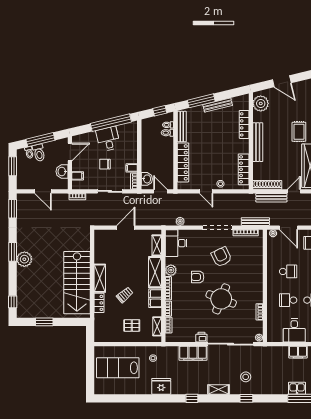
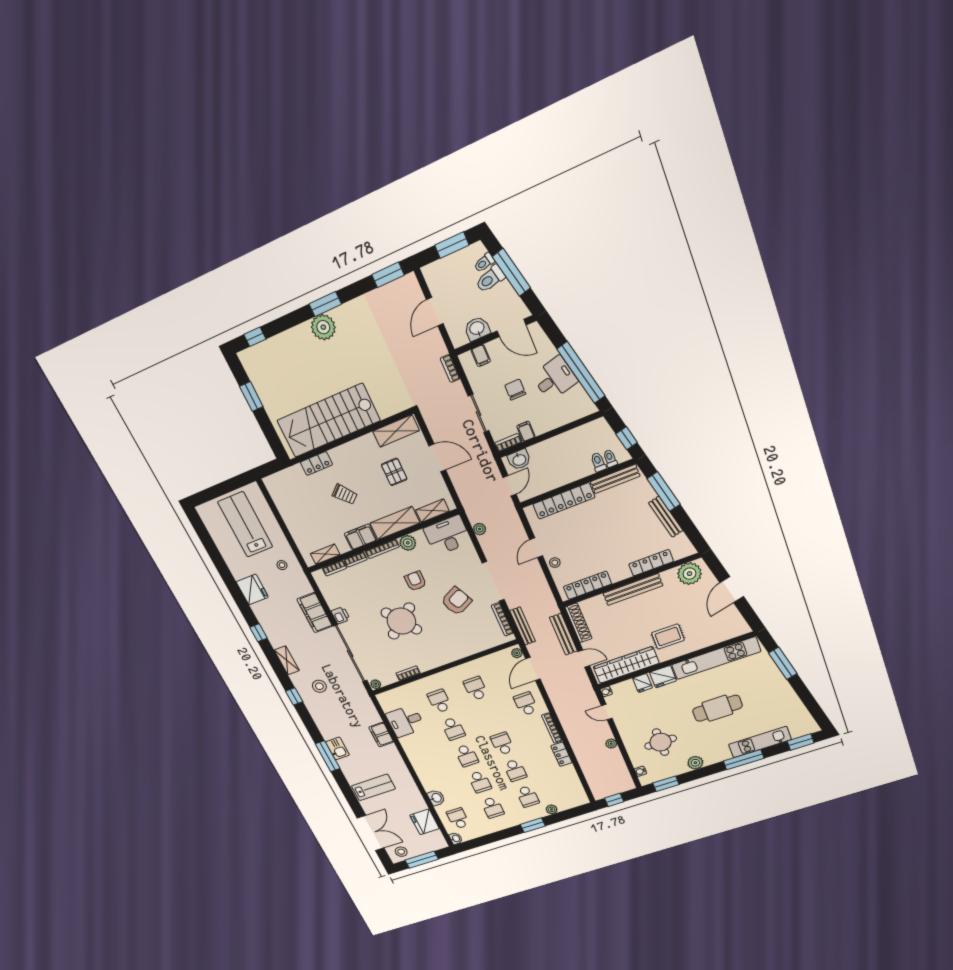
school desk: (288, 271) -> (476, 688), turned 180
shelving: (100, 278) -> (396, 431), moved
round table: (221, 299) -> (401, 621), turned 32
pallet: (132, 325) -> (394, 472), moved

